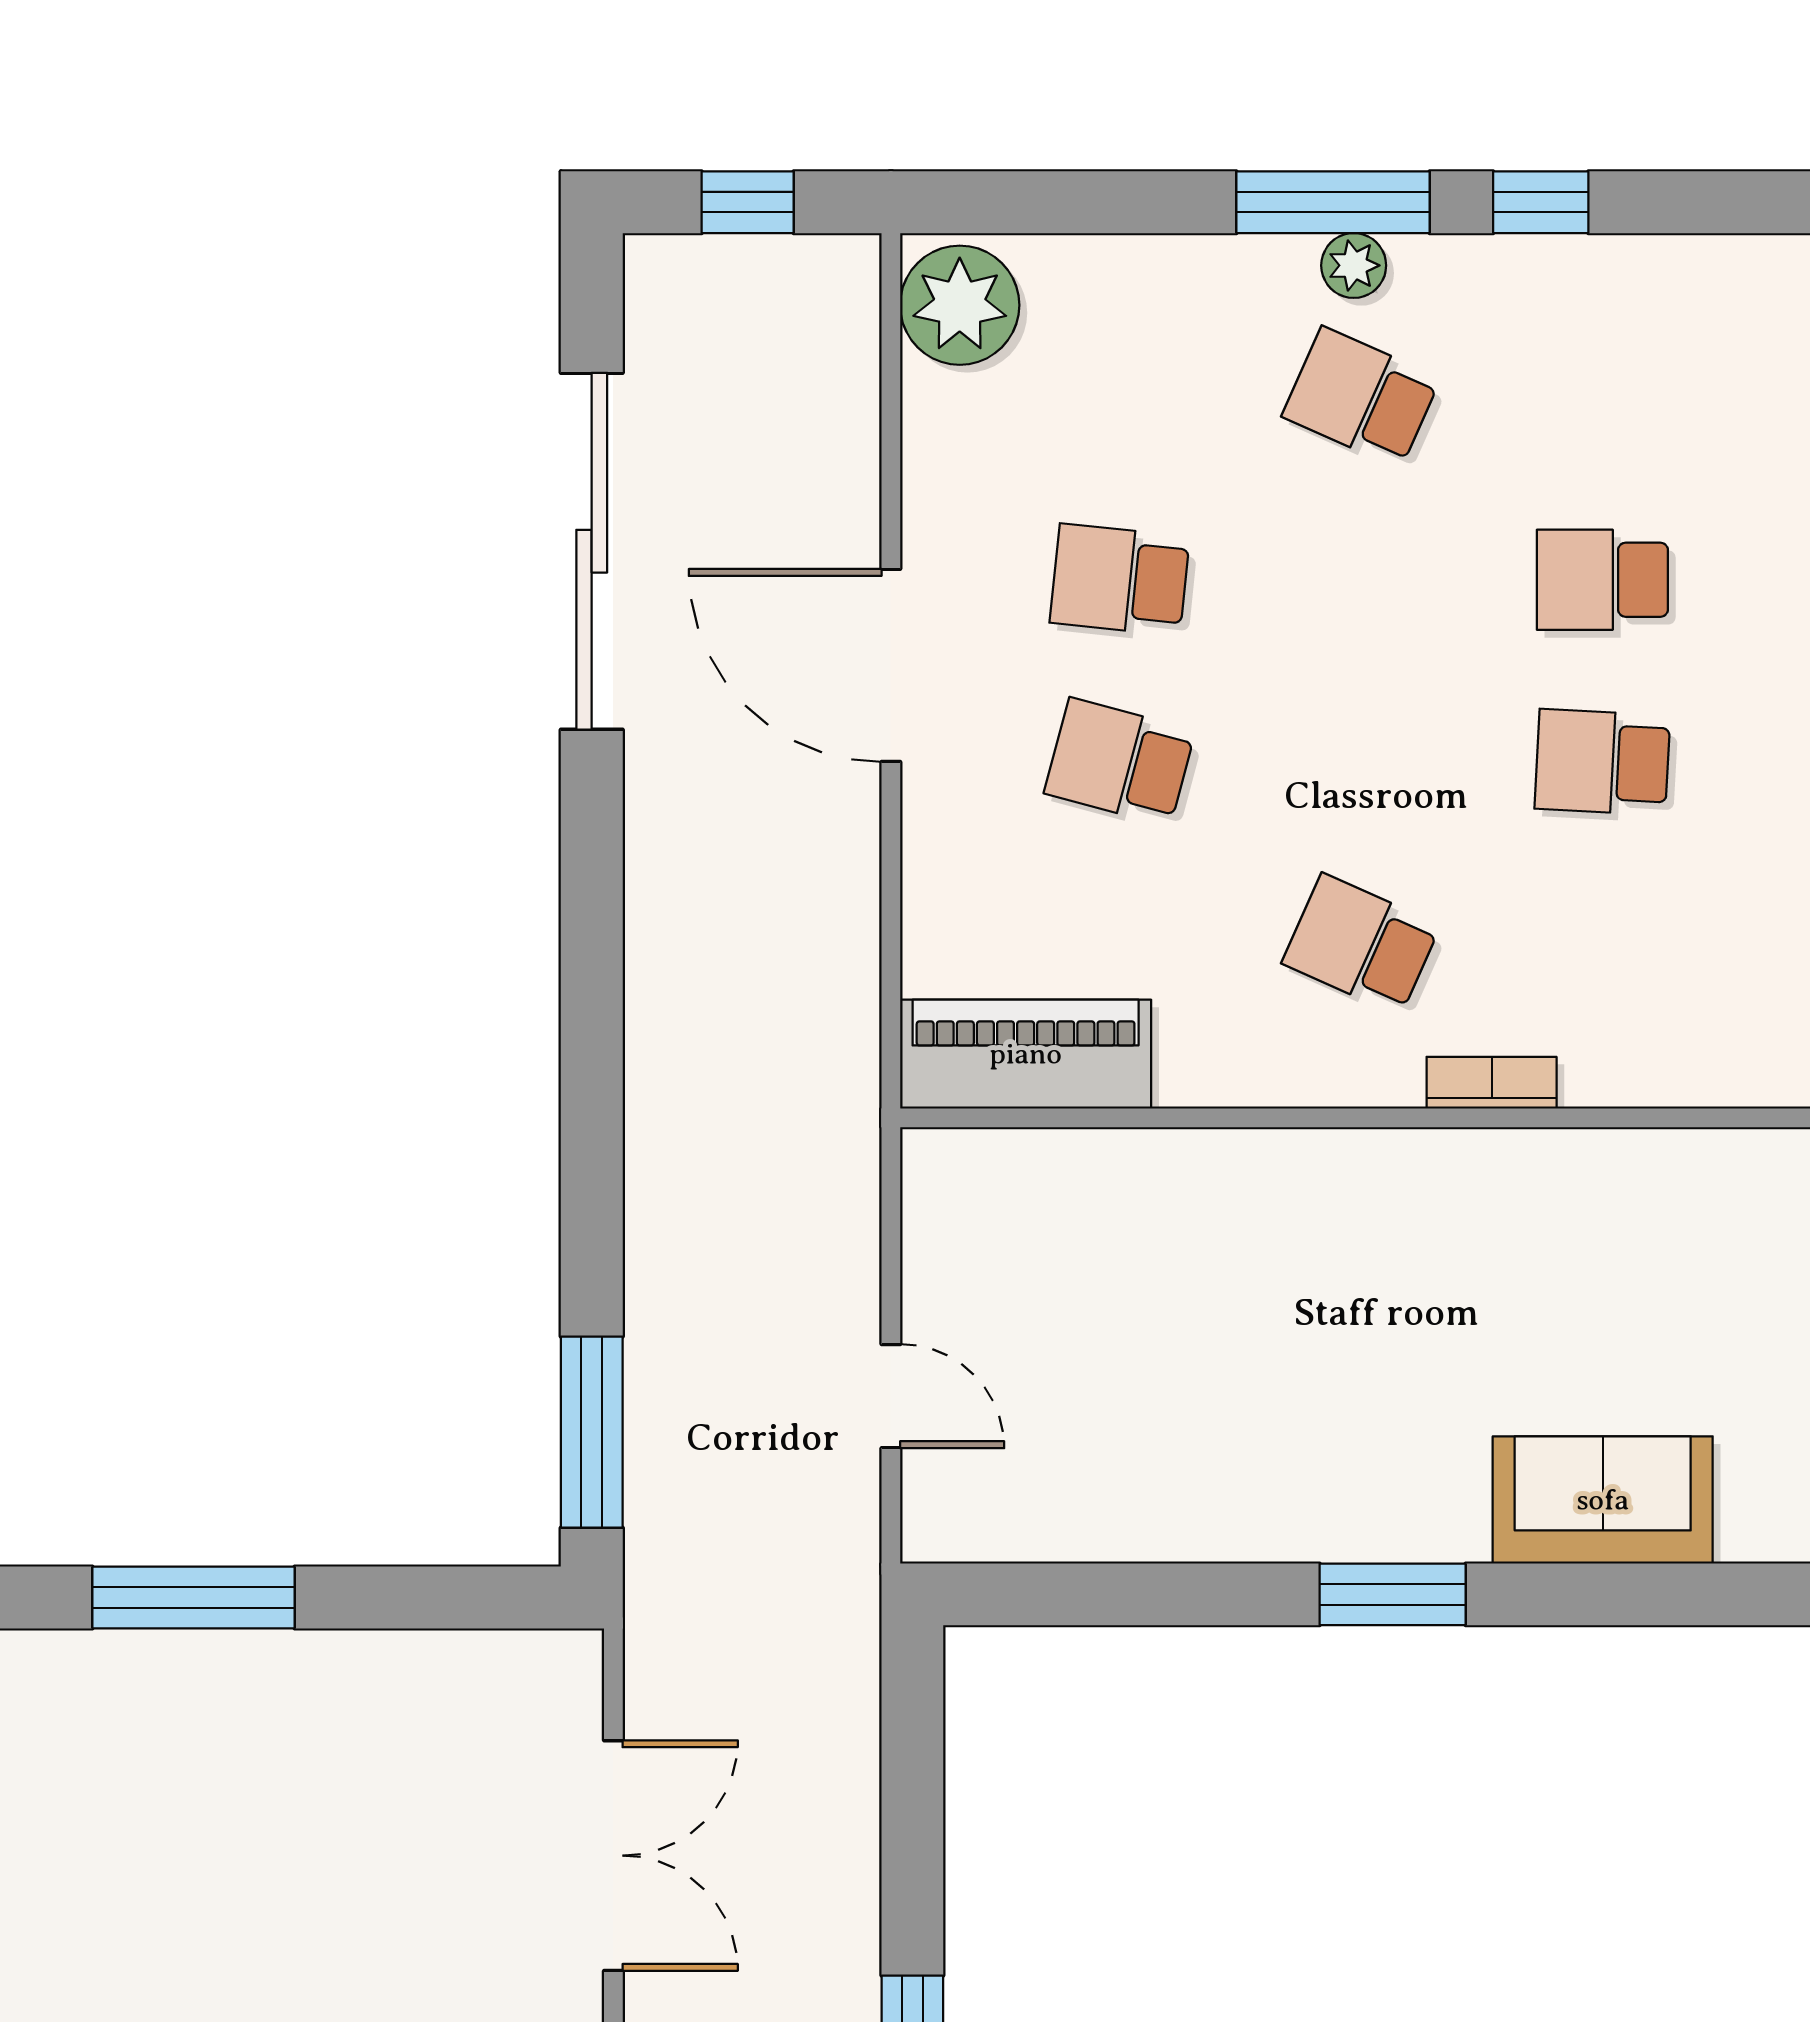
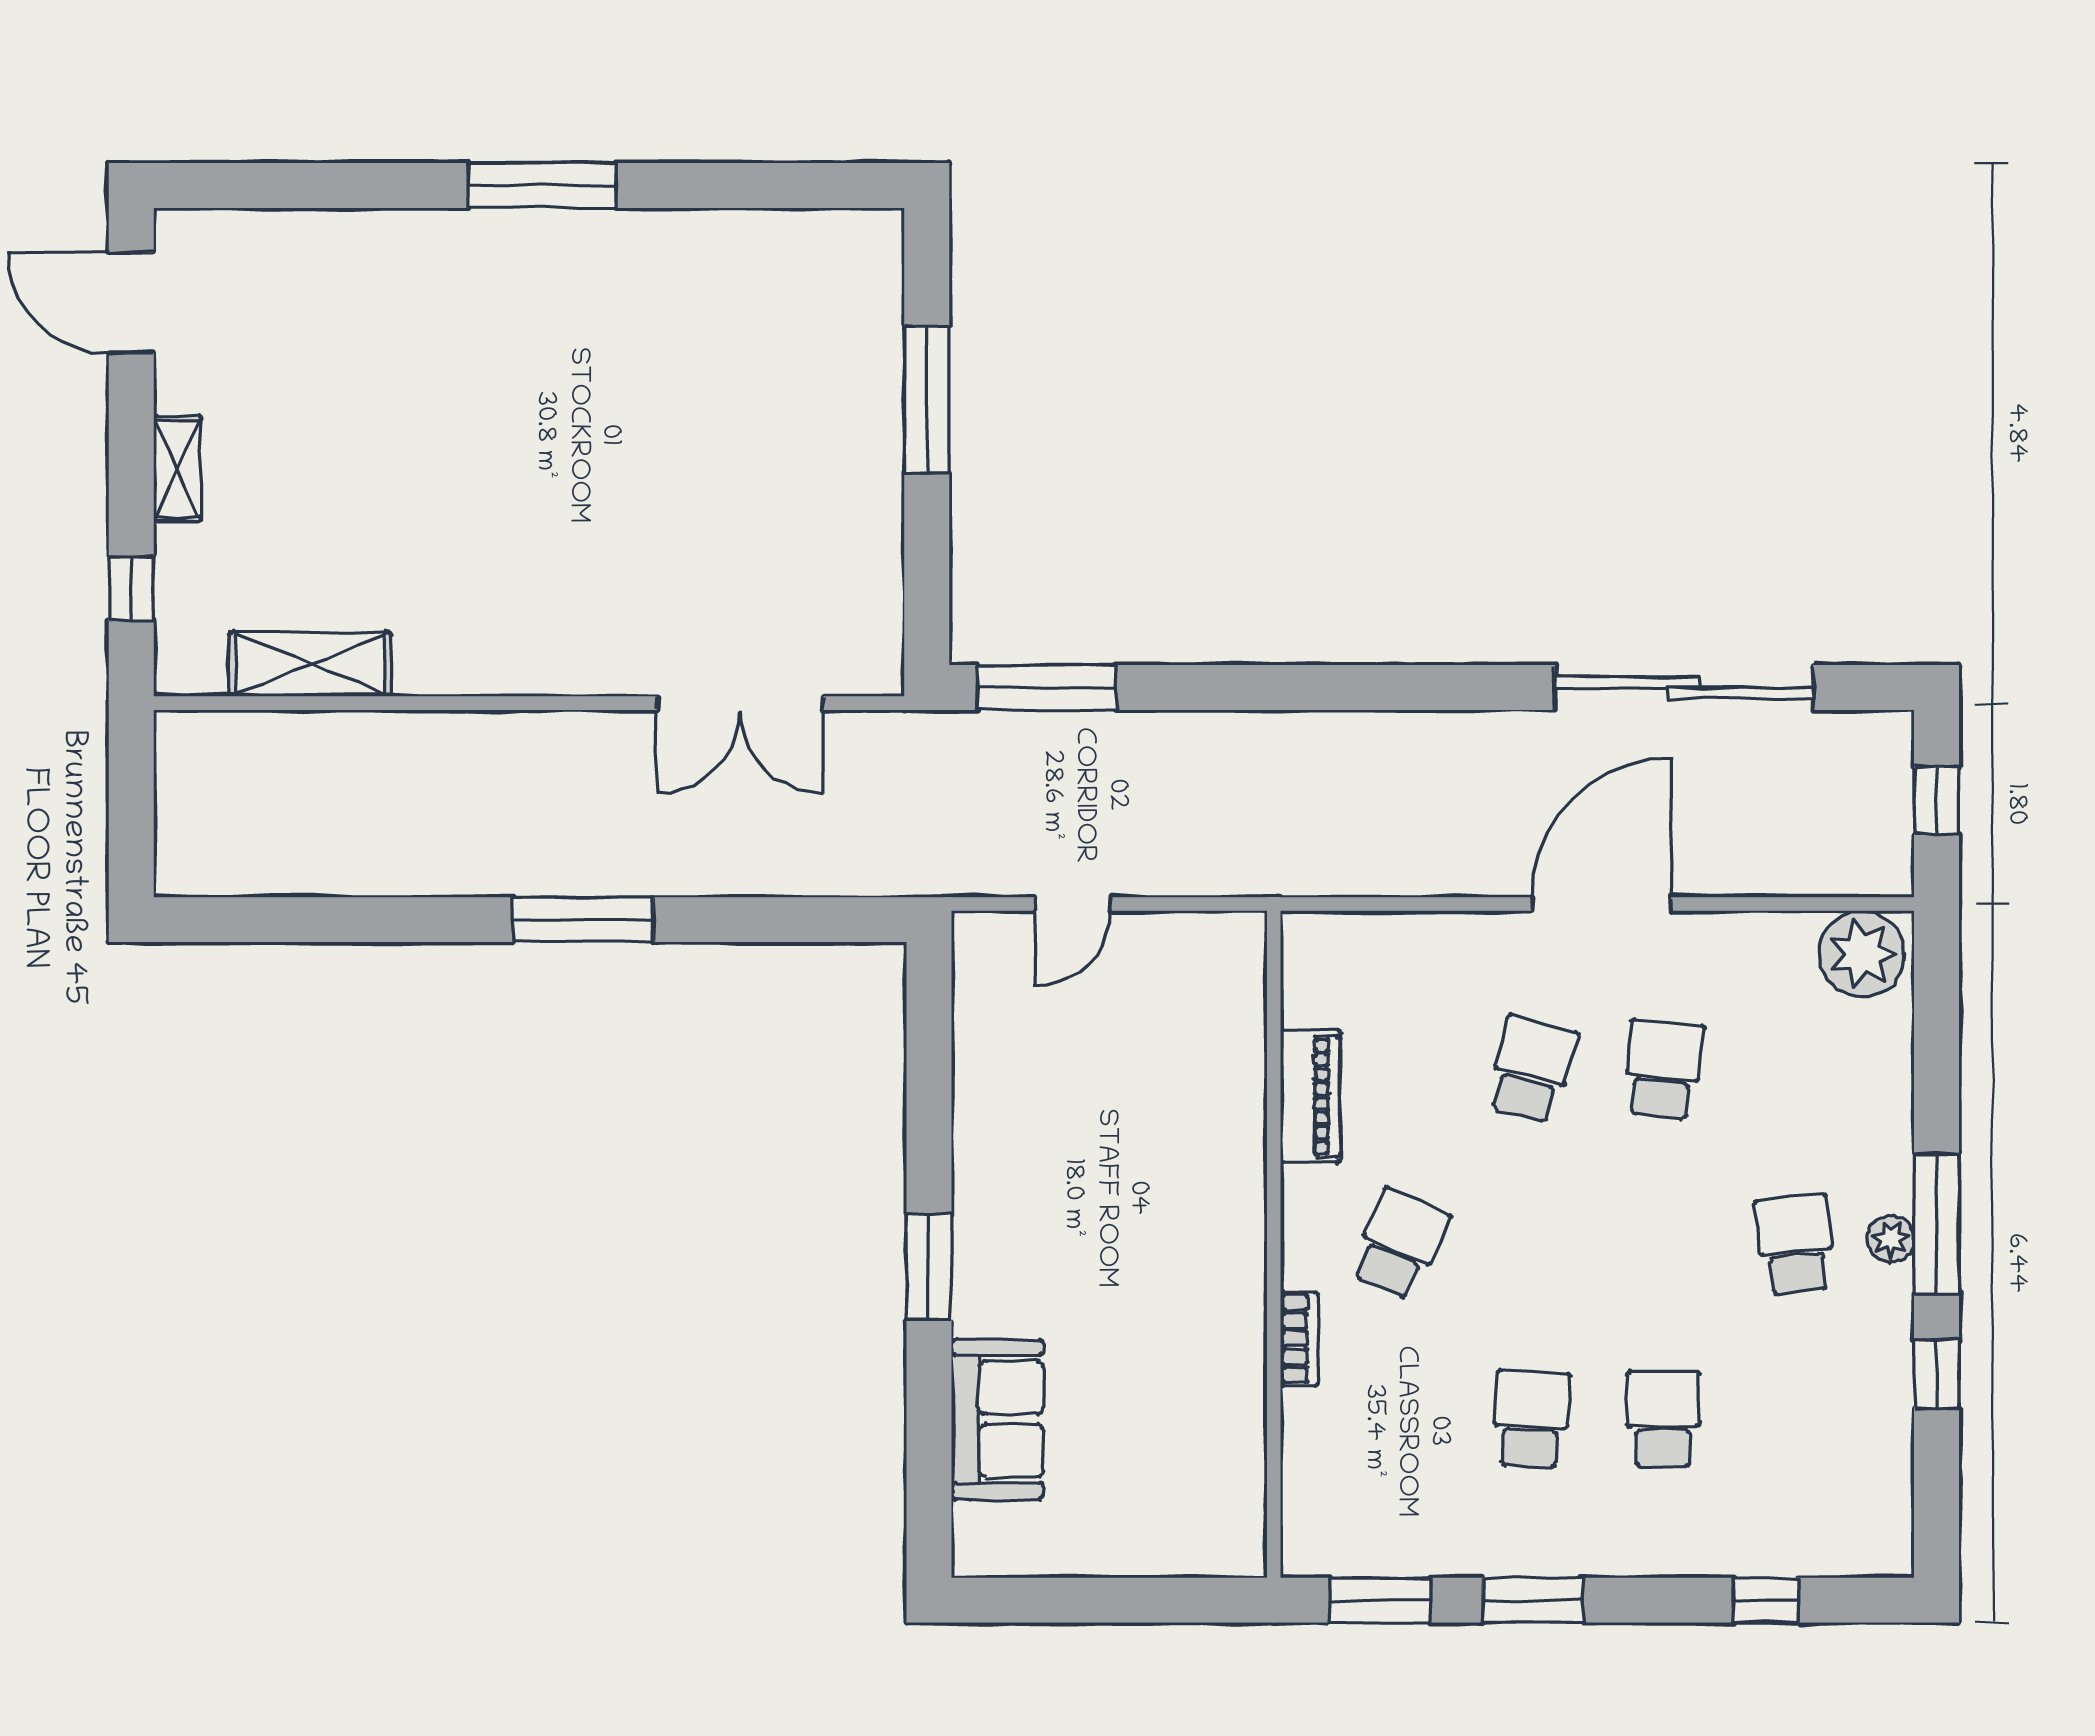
school desk: (1361, 397) -> (1795, 1244), turned -30
piano: (1026, 1054) -> (1310, 1096), moved, width x0.73, depth x0.75

